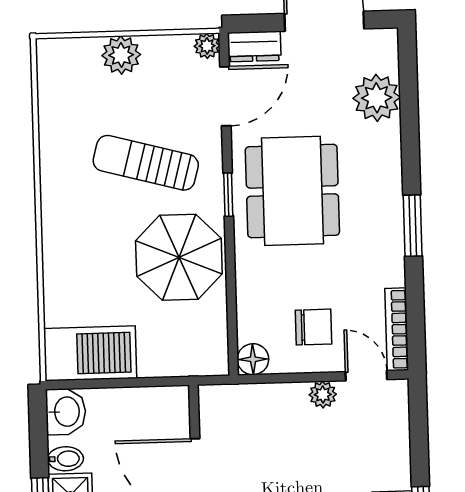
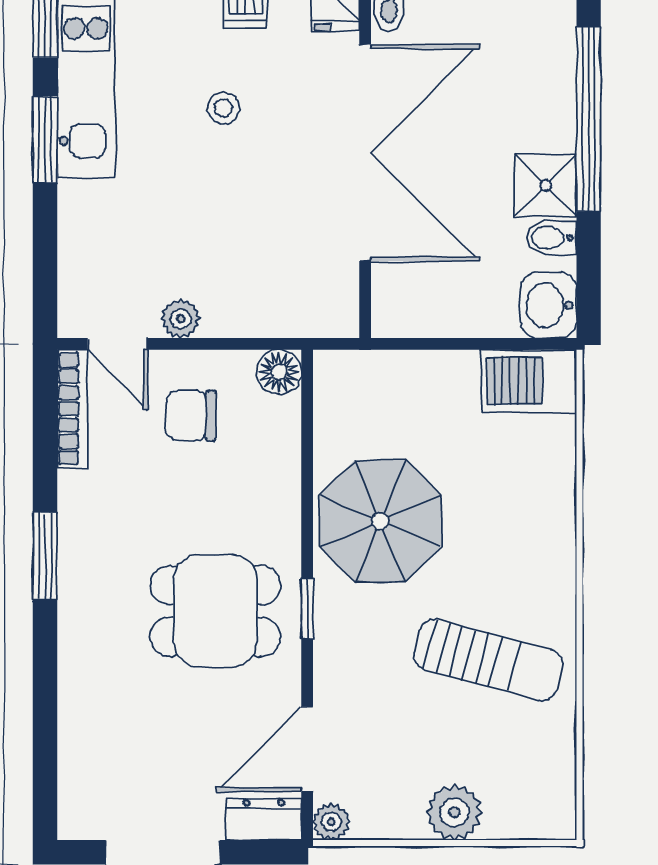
plant: (377, 98) -> (91, 741), removed
sun lounger: (146, 163) -> (488, 660), moved
dining table: (292, 191) -> (215, 611), width x0.73
barbecue: (90, 353) -> (529, 381), width x0.73, depth x0.83

